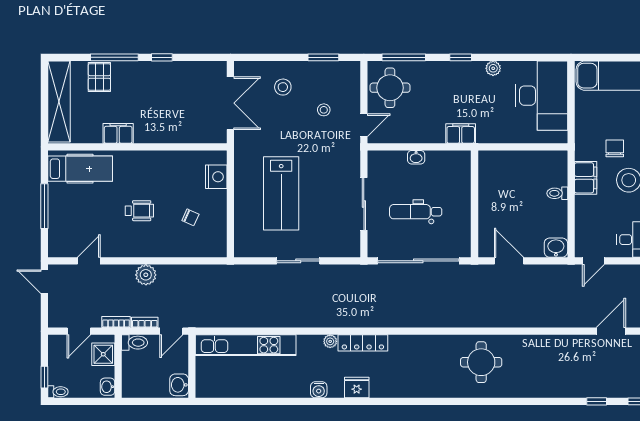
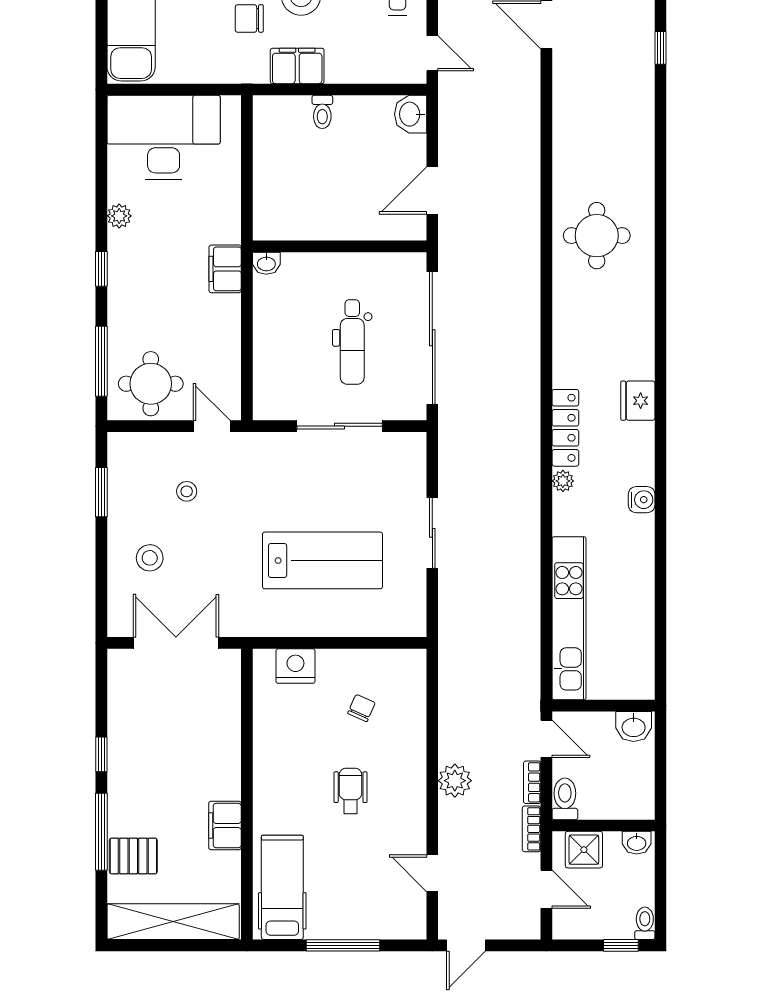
washbasin: (416, 157) -> (266, 263), moved, turned 90
fridge: (357, 387) -> (638, 401), moved

